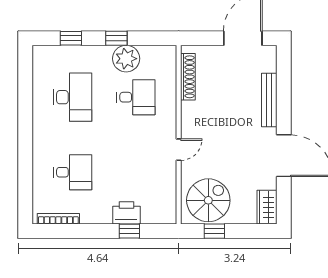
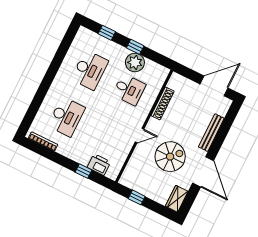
shoe rack: (188, 77) -> (163, 103), moved
desk: (73, 172) -> (66, 117), width x1.37
spiral stairs: (208, 200) -> (170, 157), moved
printer: (126, 213) -> (99, 165), moved

